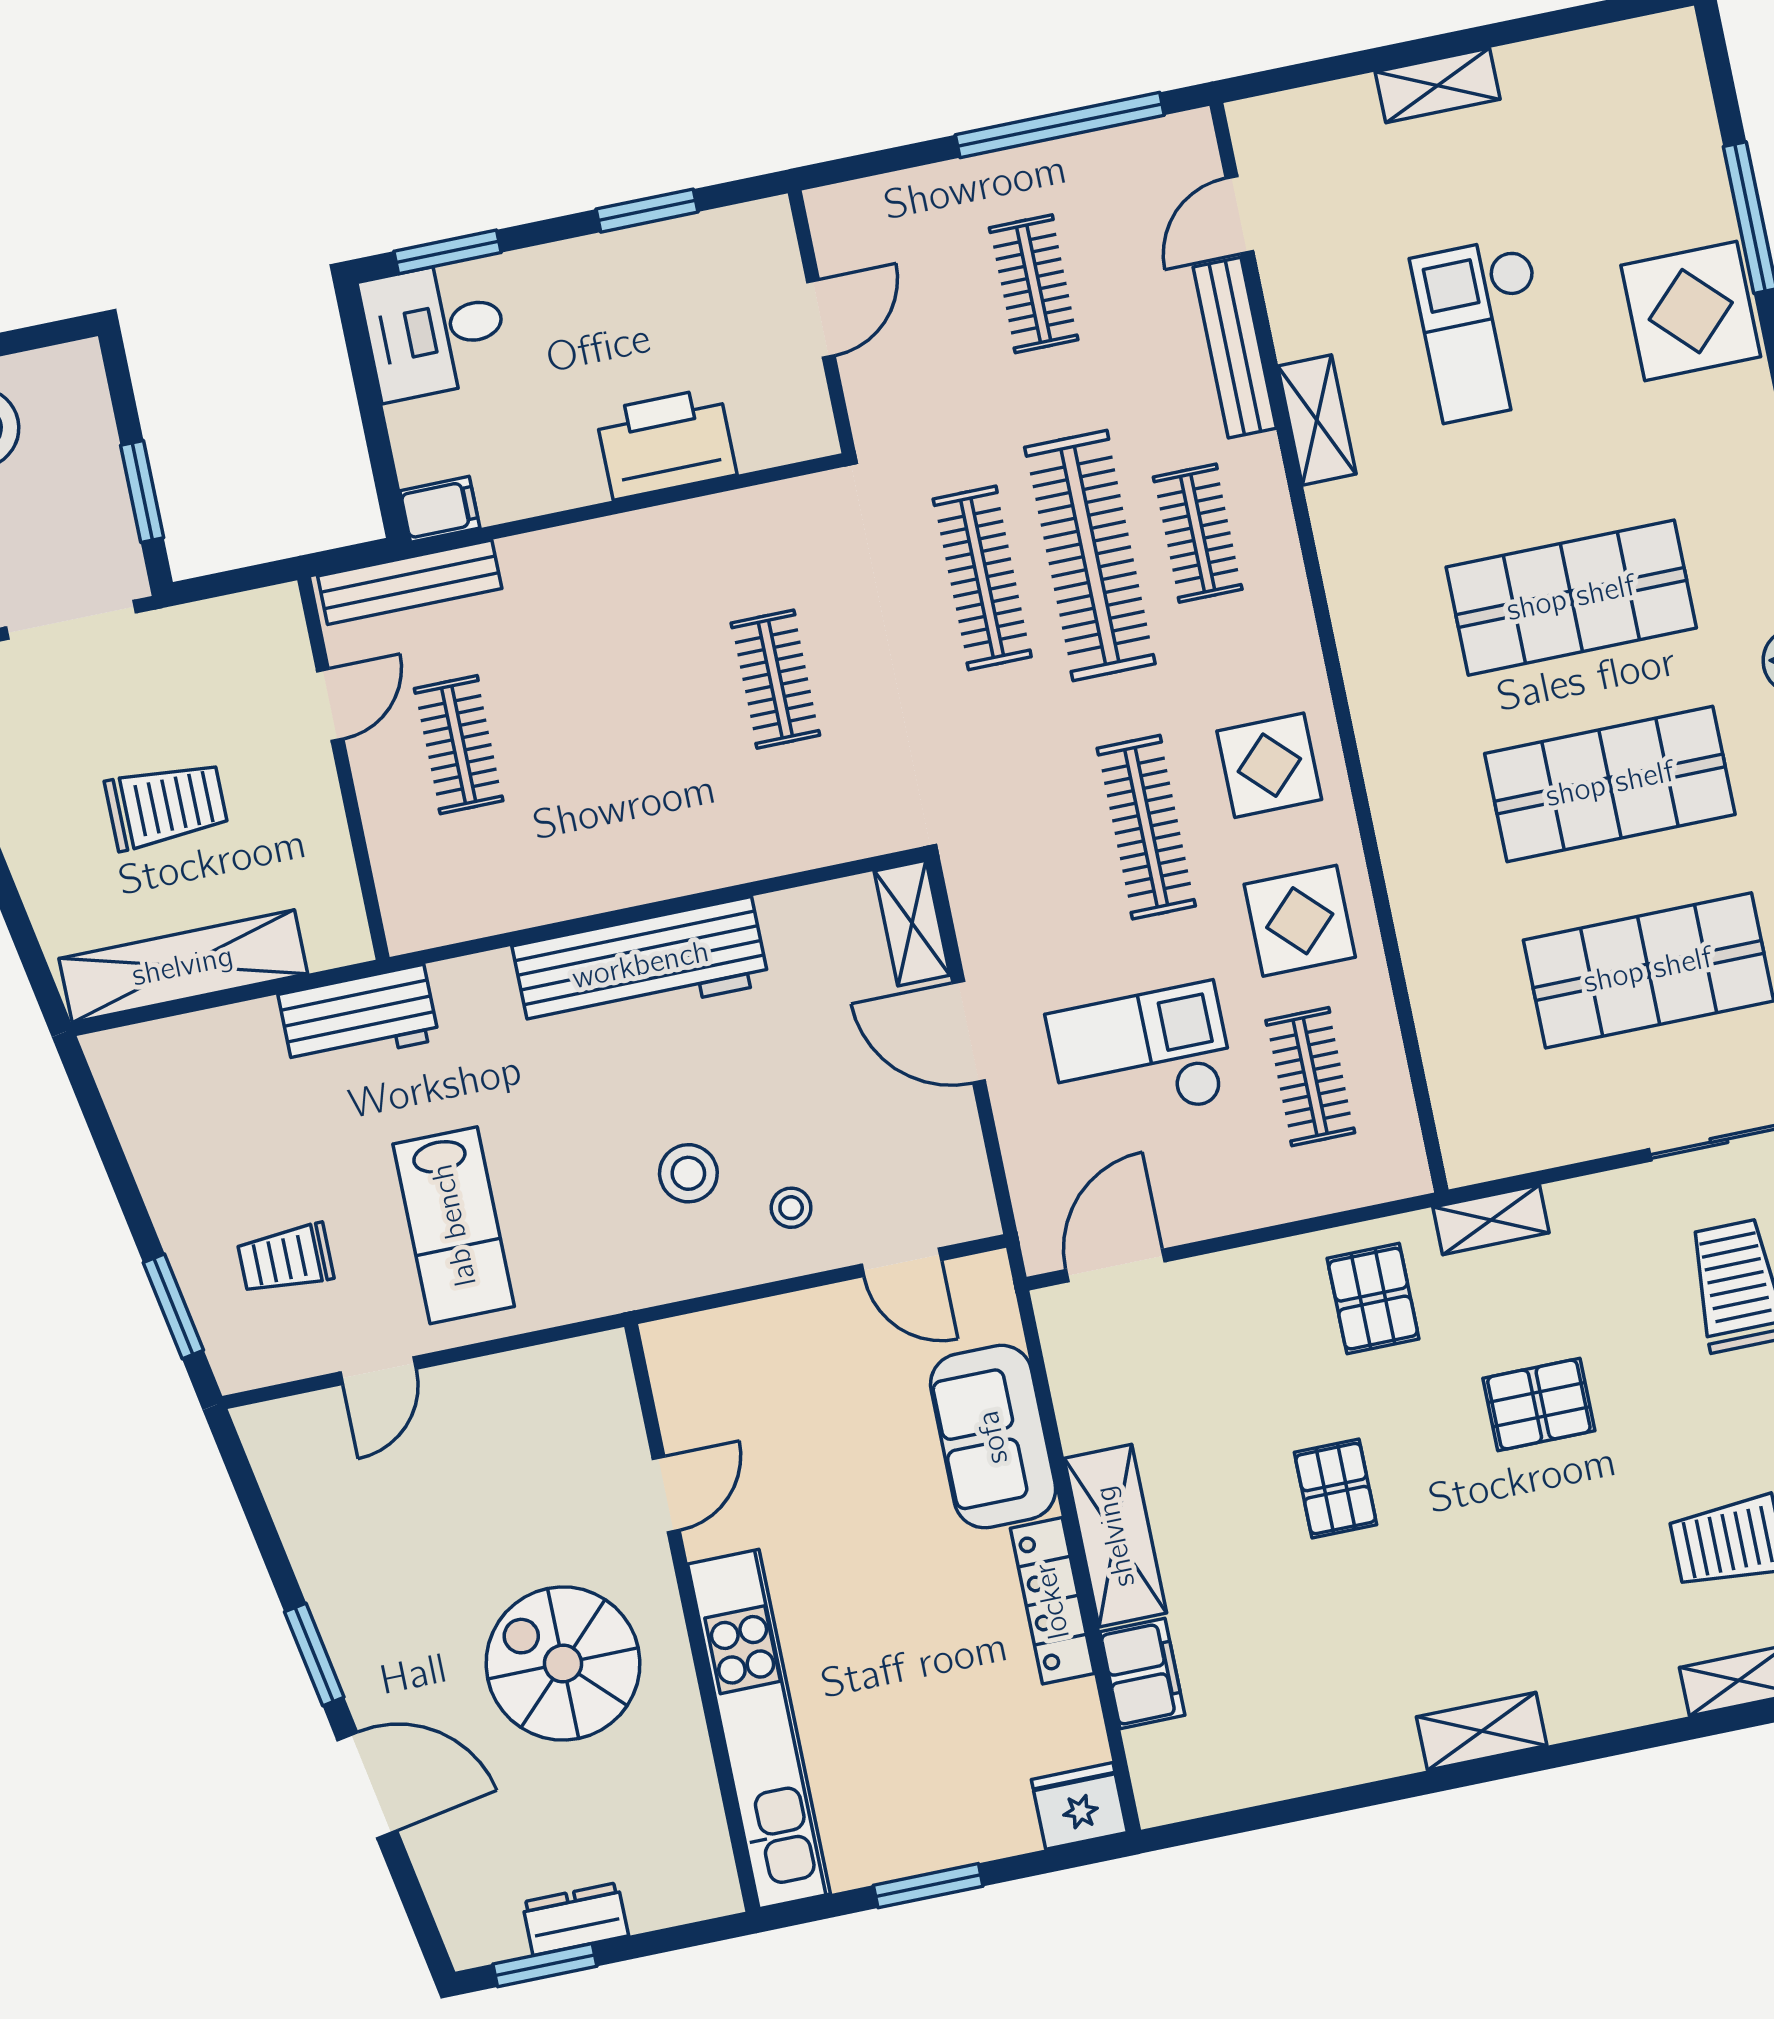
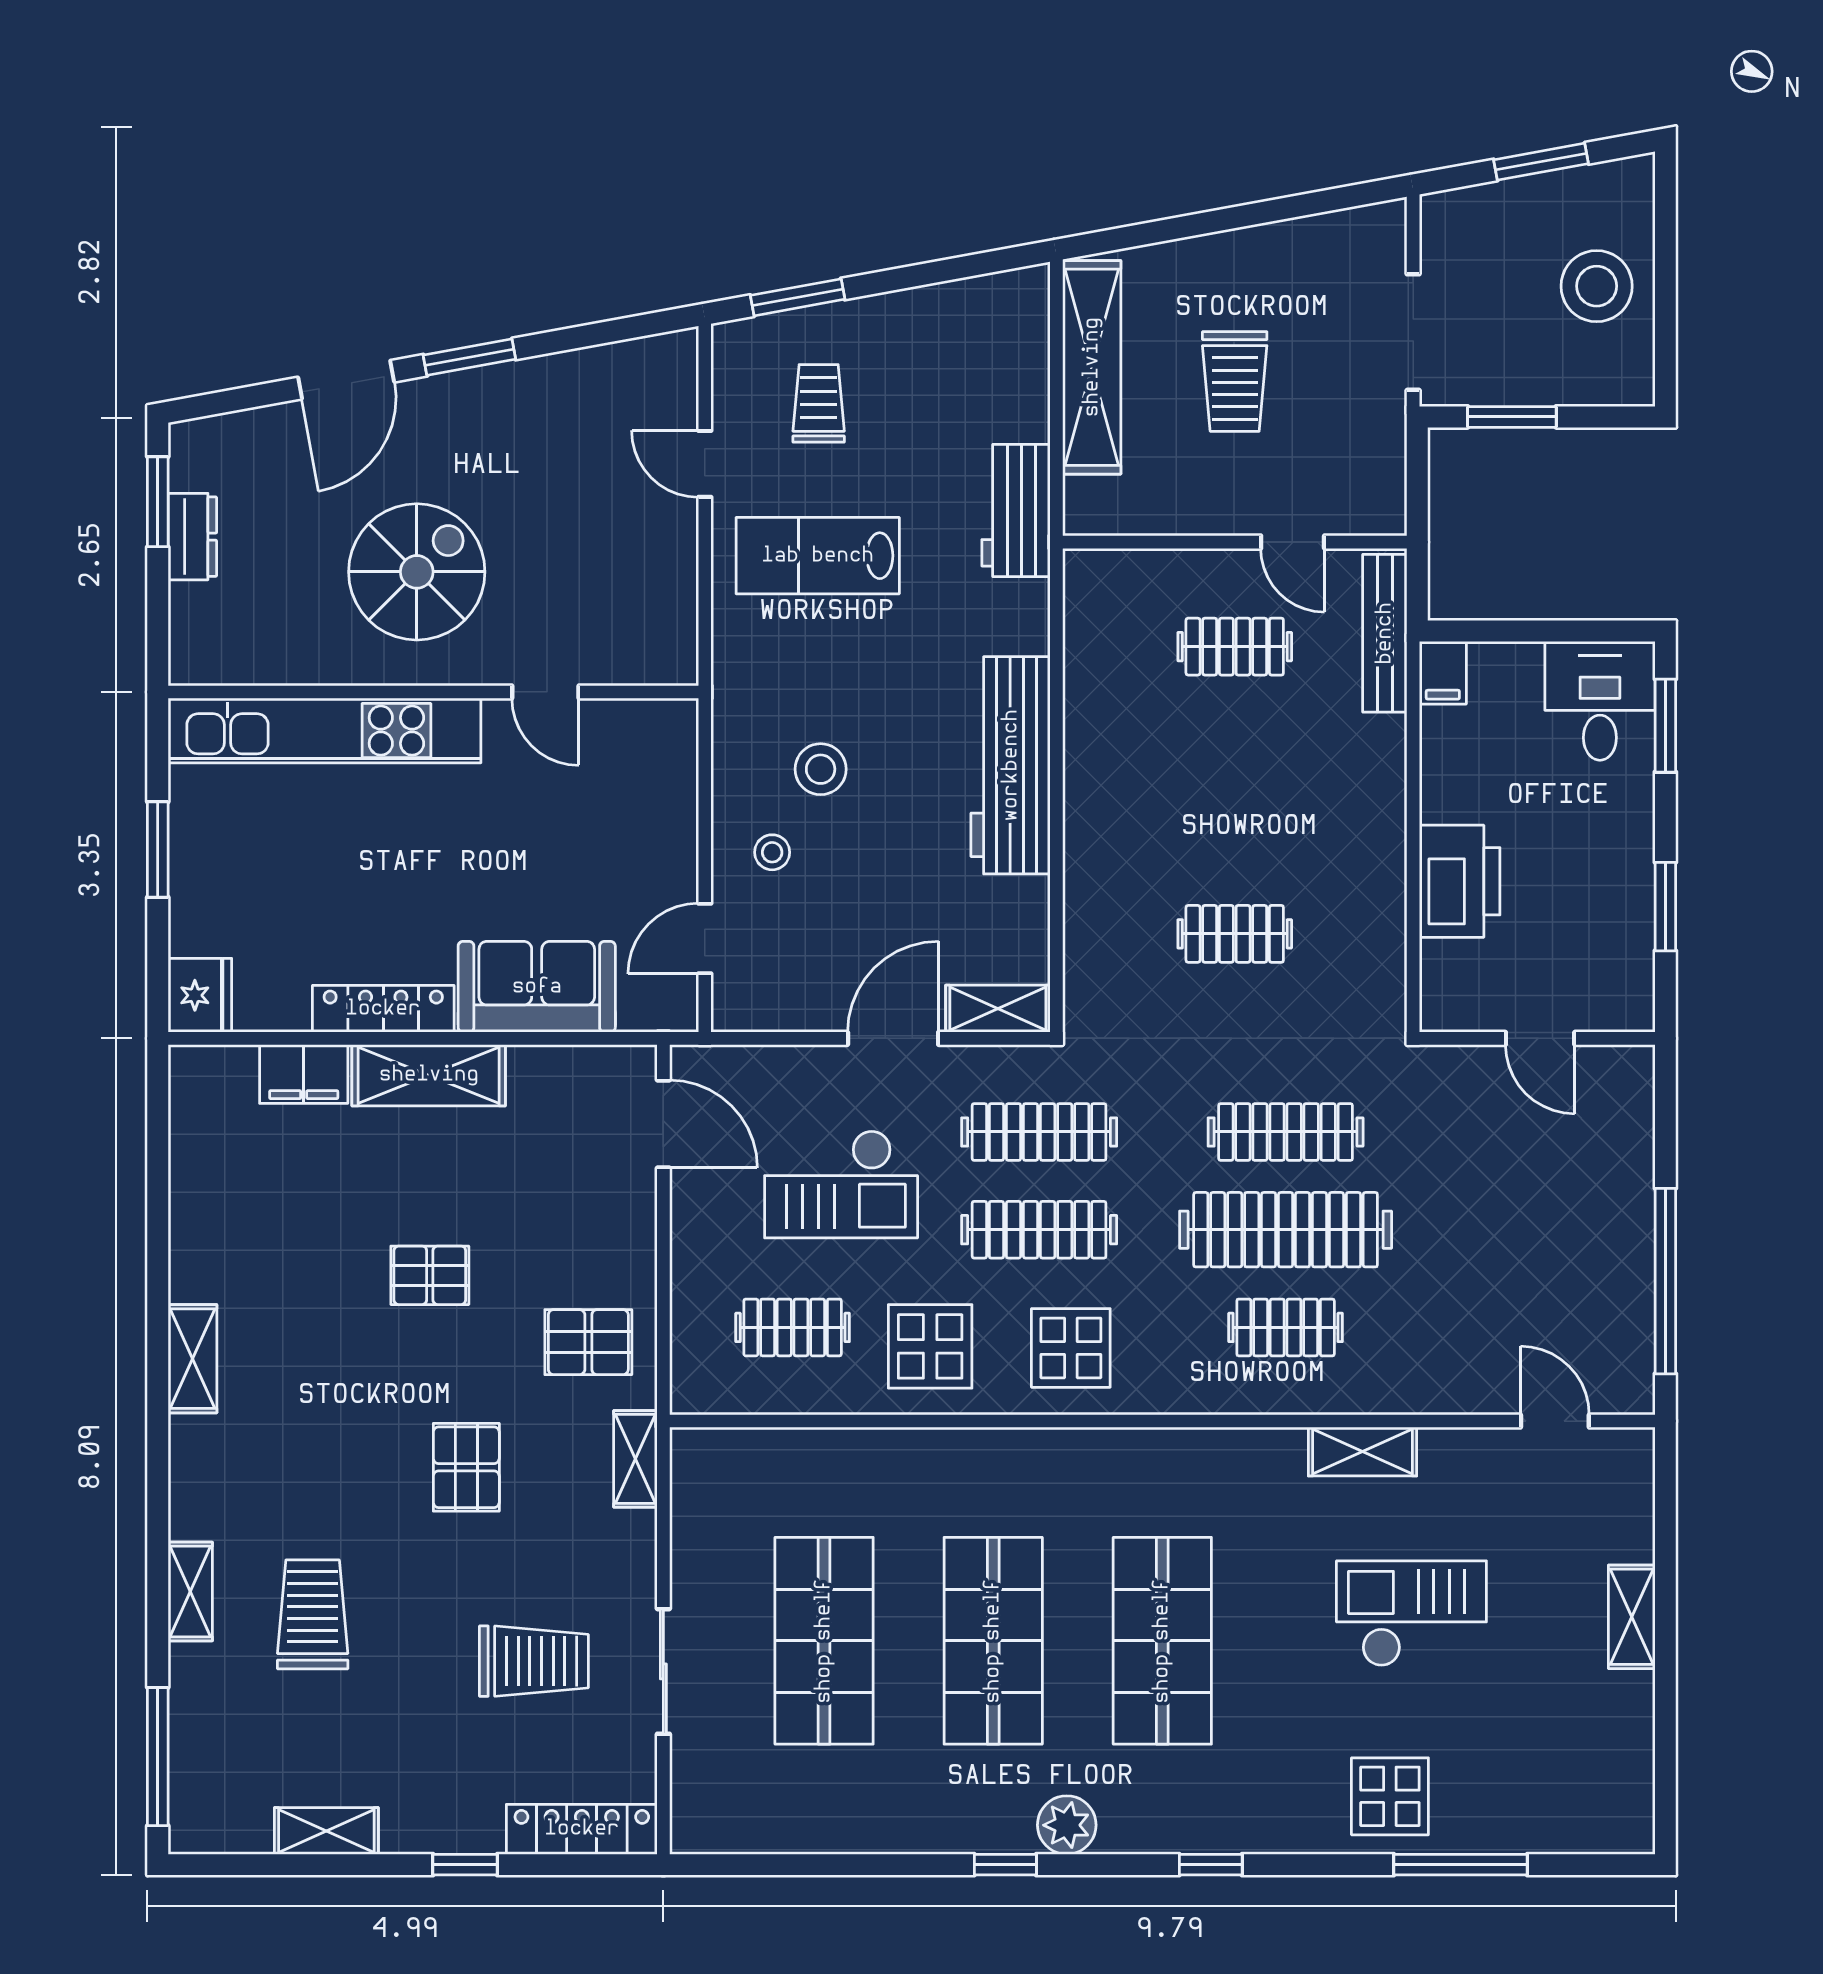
clothes rail: (1034, 284) -> (1039, 1132), moved, width x1.36
display table: (1691, 311) -> (1390, 1796), width x0.73, depth x0.73
bench: (1235, 348) -> (1440, 1393), removed
checkout: (1141, 1056) -> (841, 1184), turned 90

